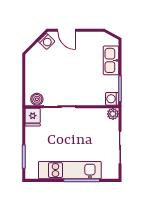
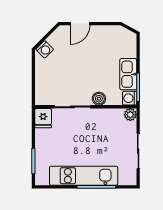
door: (67, 30) -> (80, 24), hinge flipped
washing machine: (47, 41) -> (45, 49), moved
kitchen sink: (111, 60) -> (128, 74), moved
boiler: (37, 99) -> (99, 99), moved

